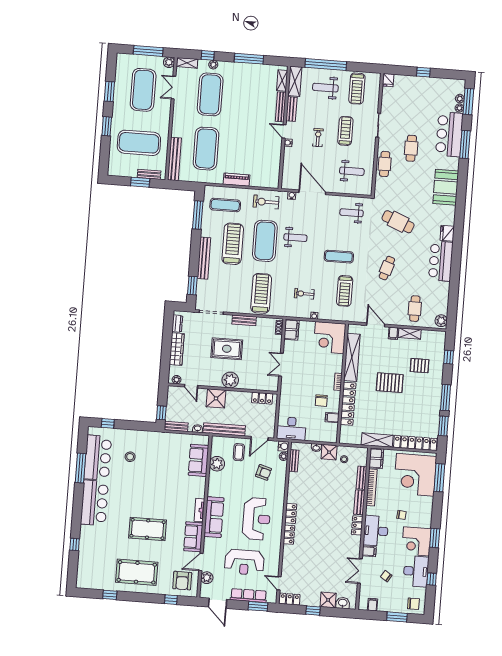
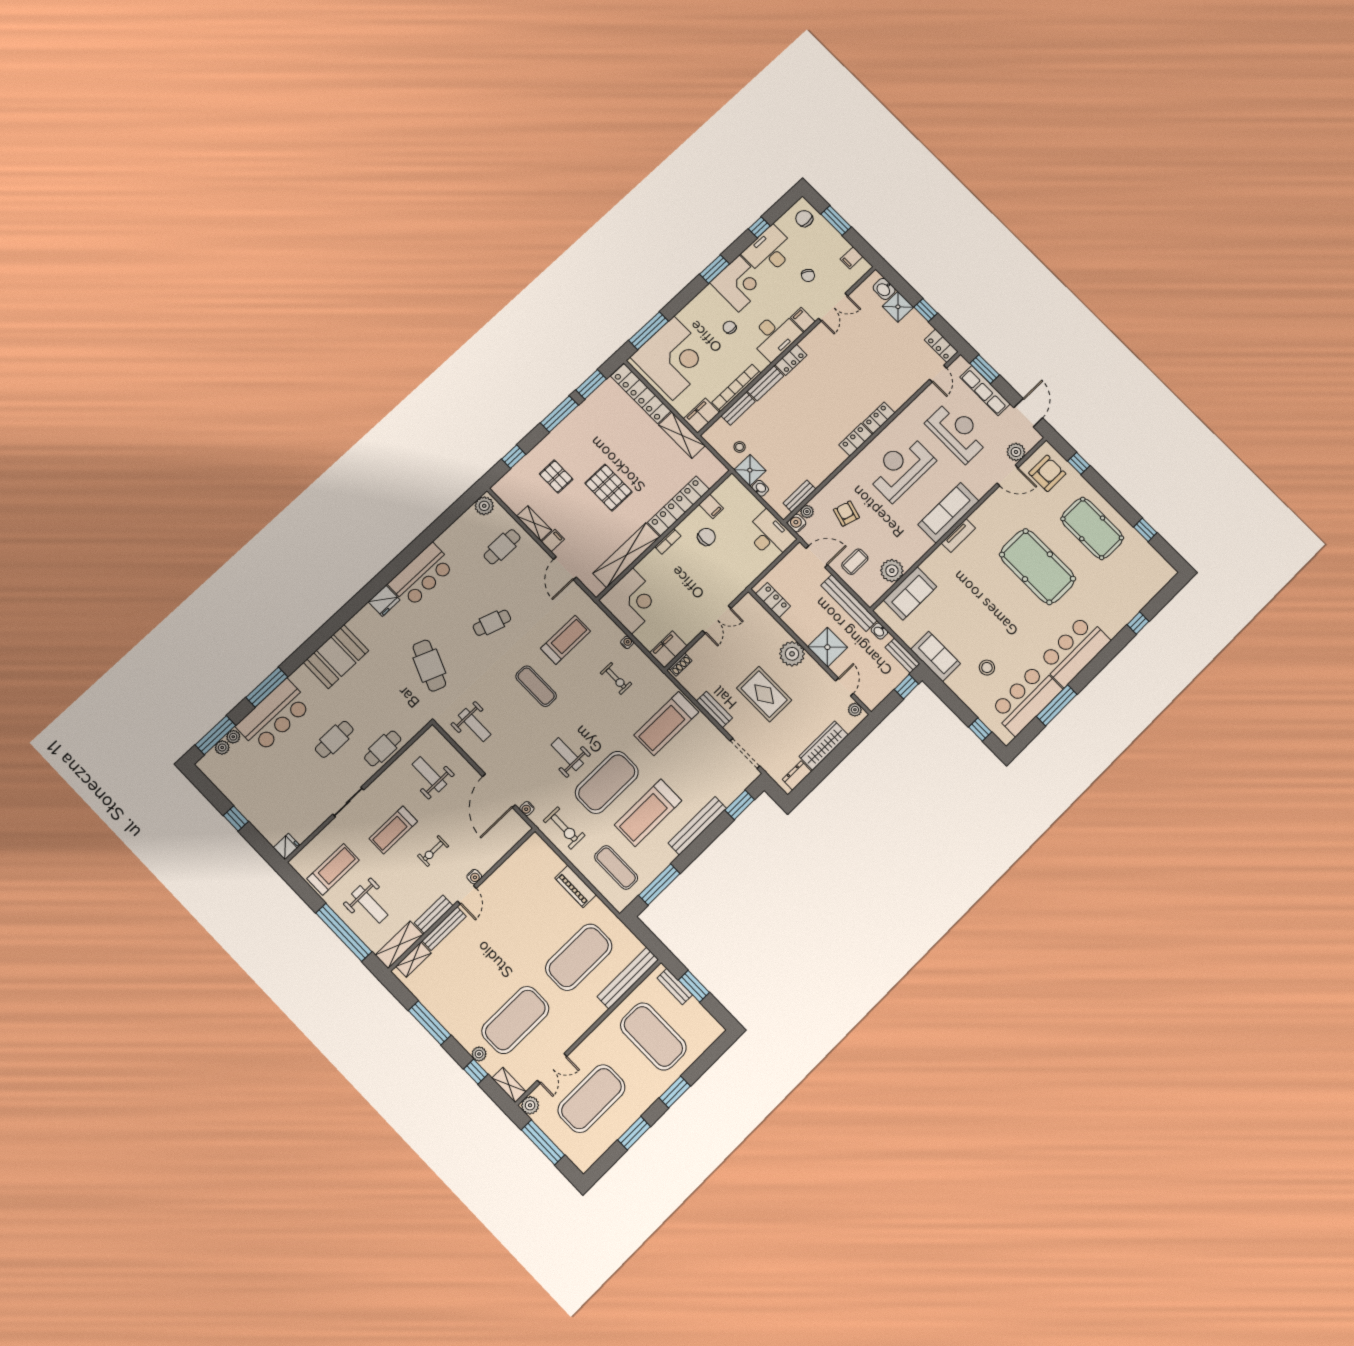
pool table: (148, 529) -> (1037, 567), width x1.36, depth x1.32
sofa: (193, 537) -> (936, 656), moved, turned -90

